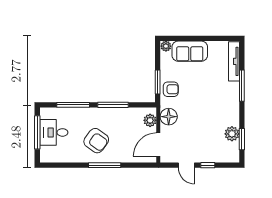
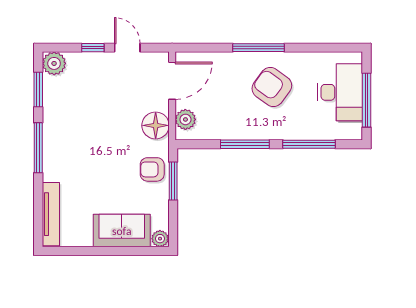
window: (242, 86) -> (38, 148), moved
desk: (54, 132) -> (340, 92), width x1.37
plant: (232, 134) -> (54, 63), moved

